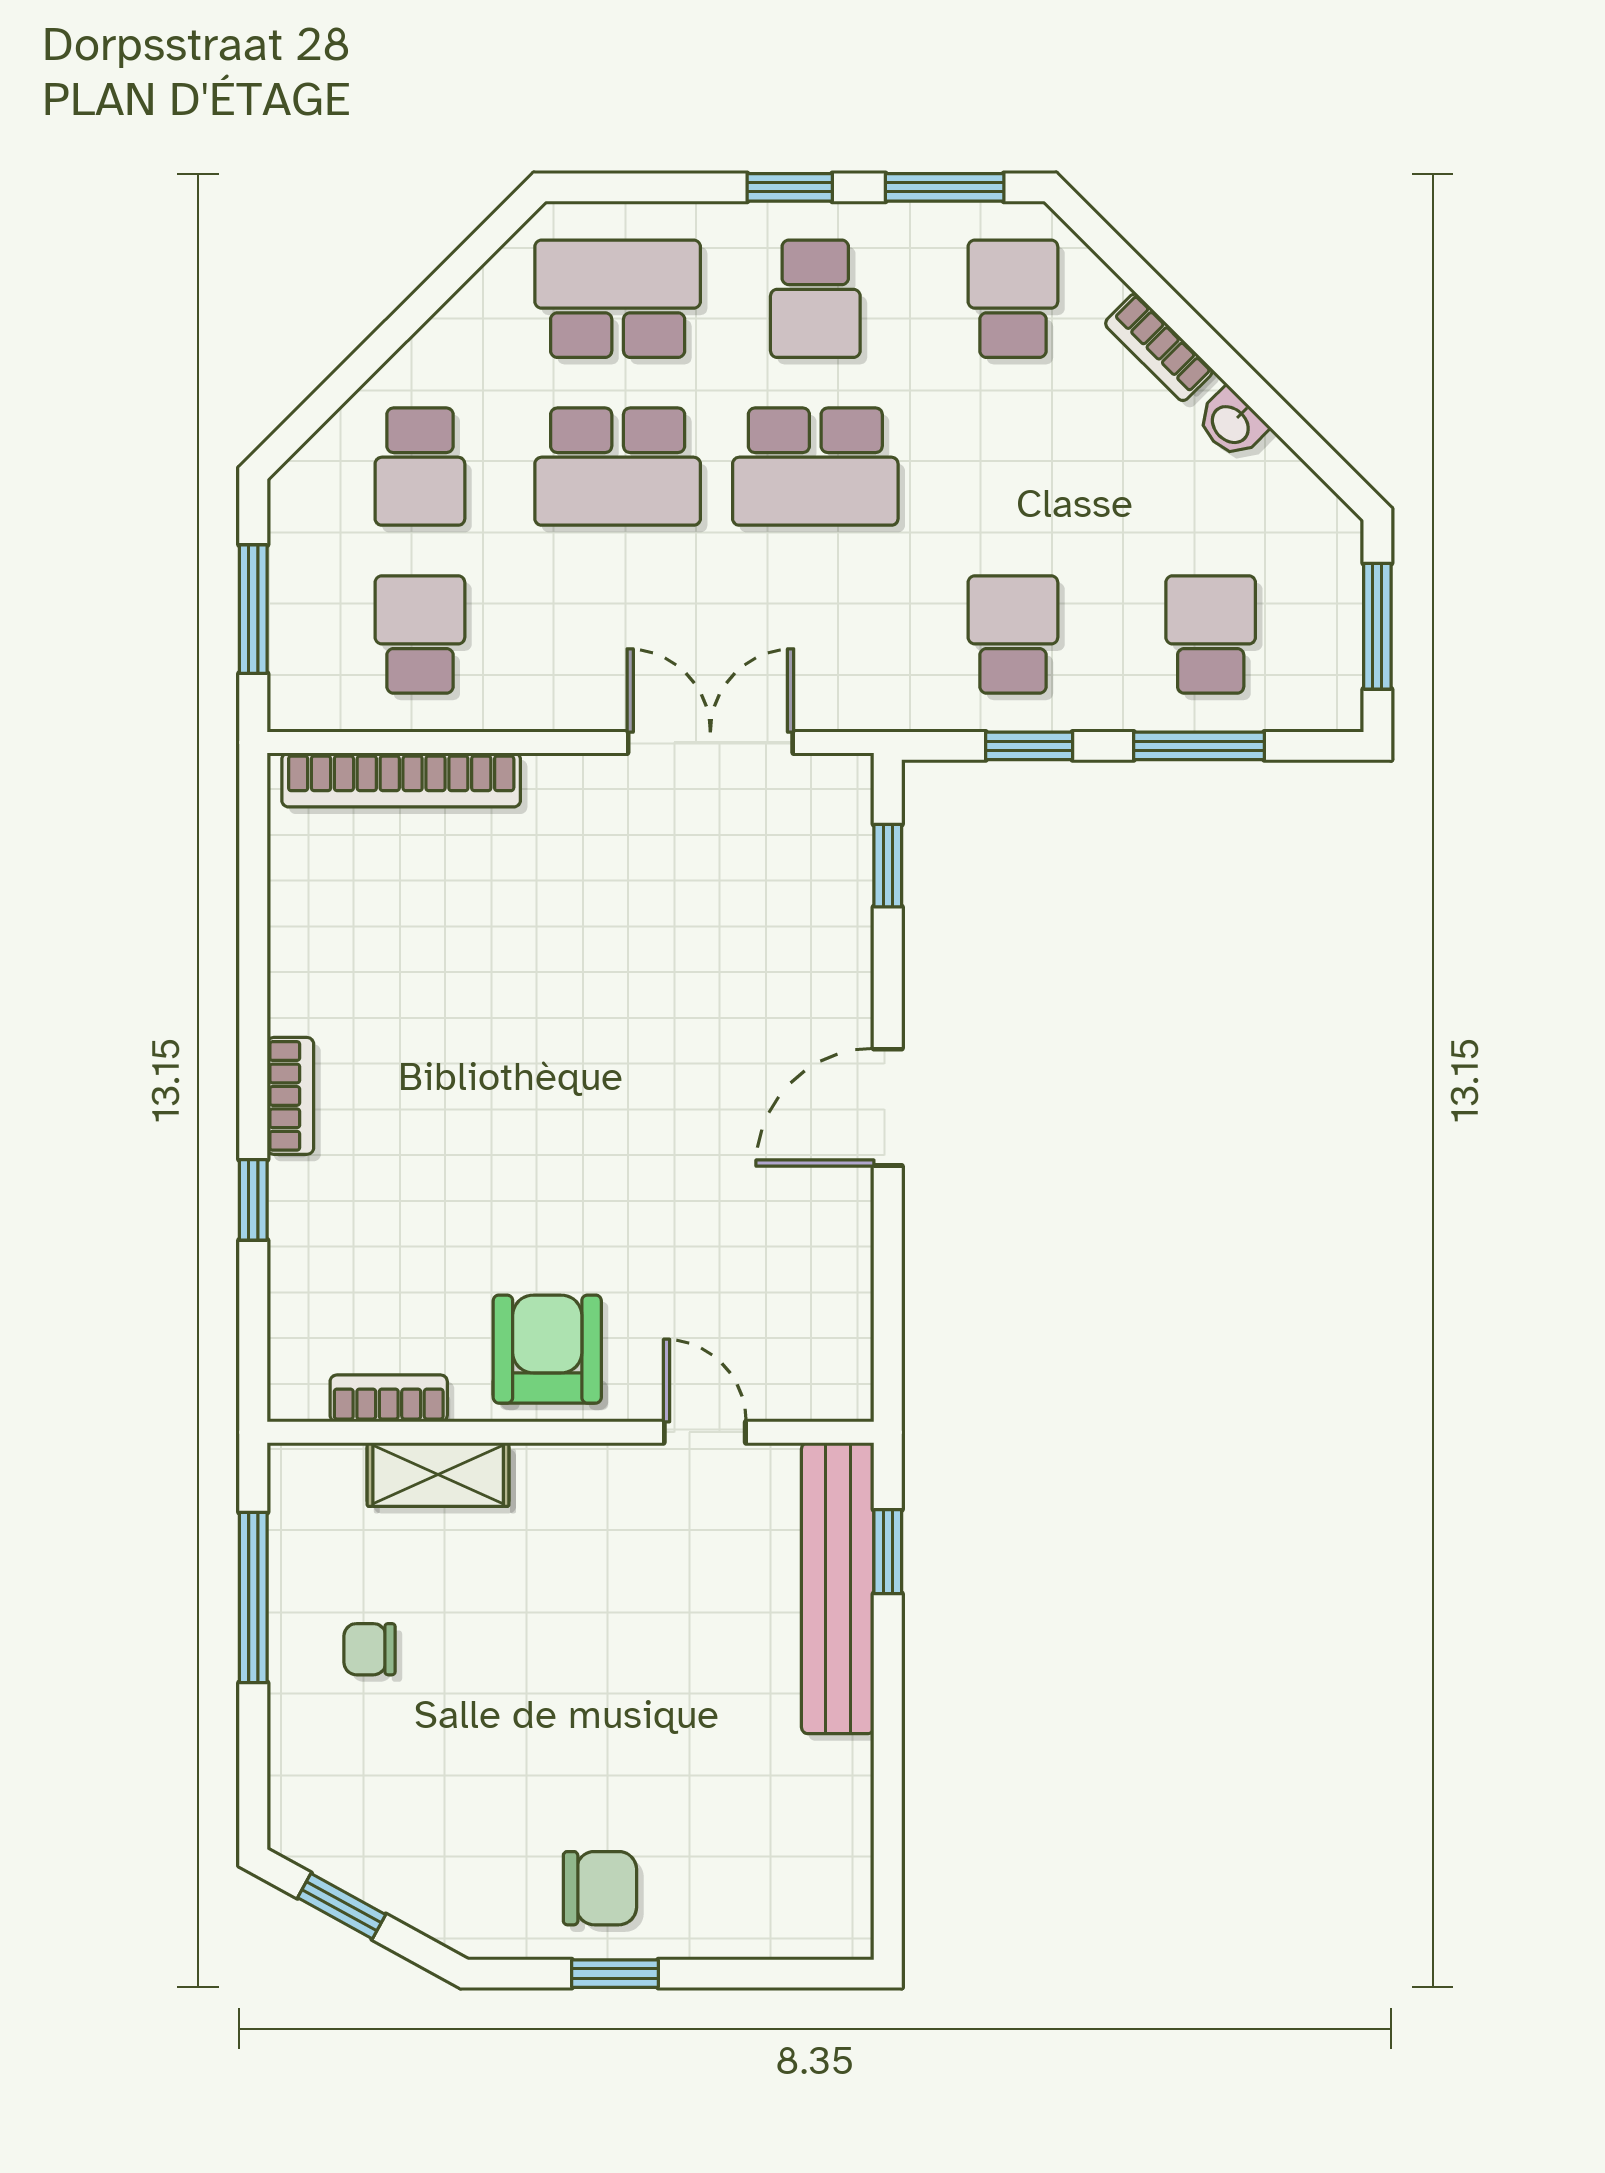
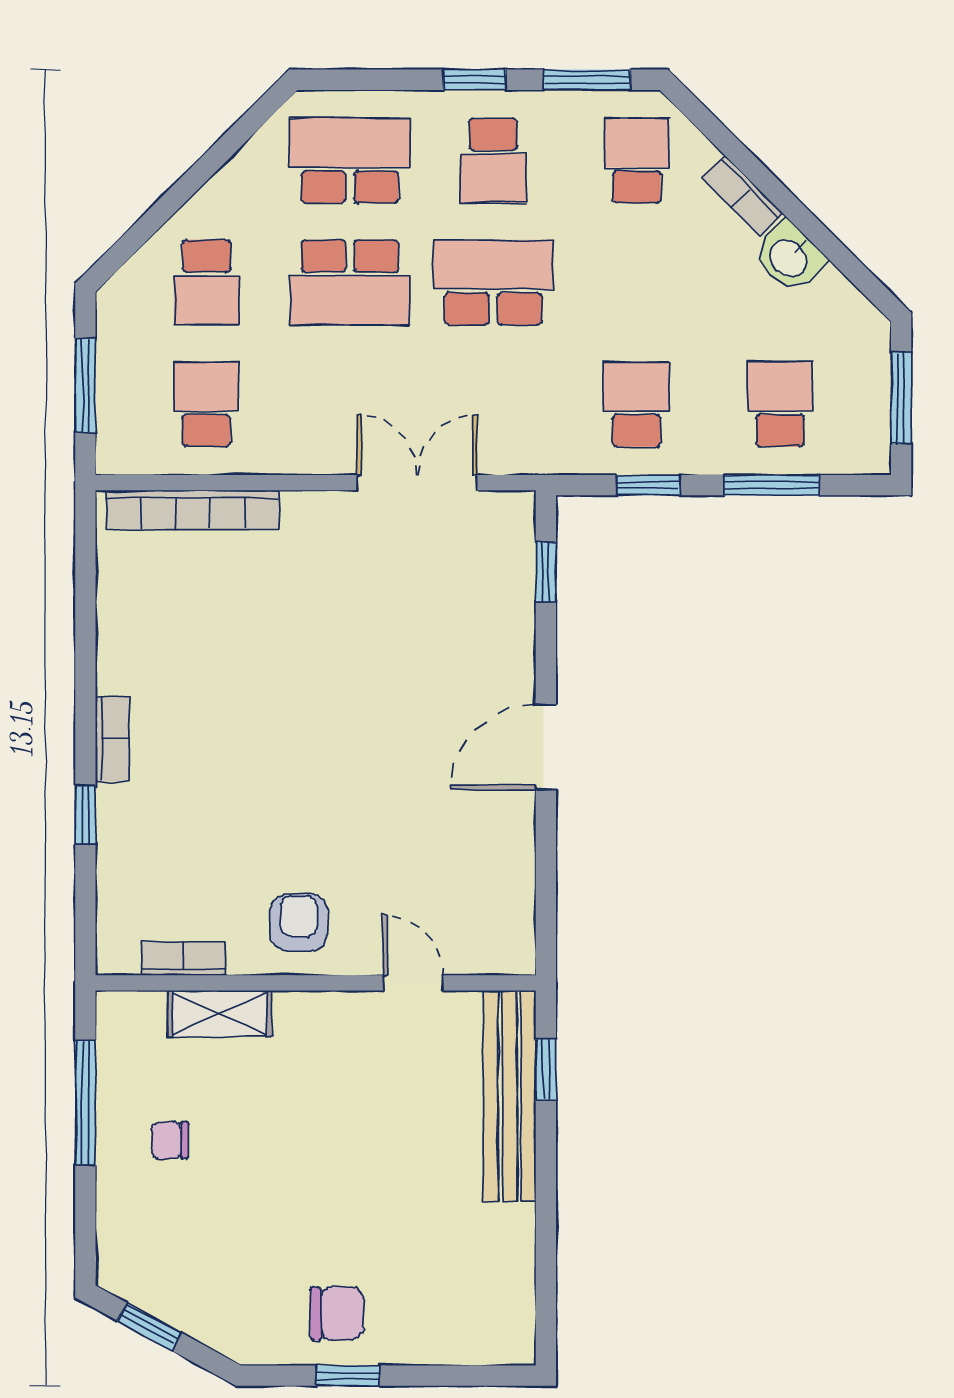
washbasin: (1231, 424) -> (789, 257), width x1.38, depth x1.45
school desk: (815, 467) -> (493, 282), turned 180
armchair: (547, 1349) -> (299, 923), width x0.72, depth x0.72

